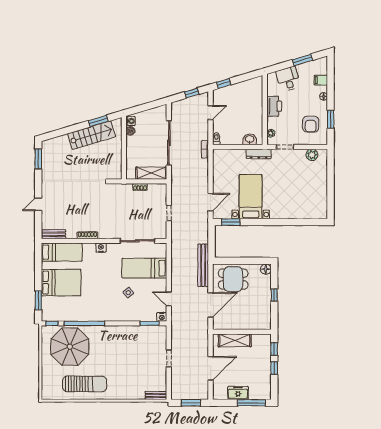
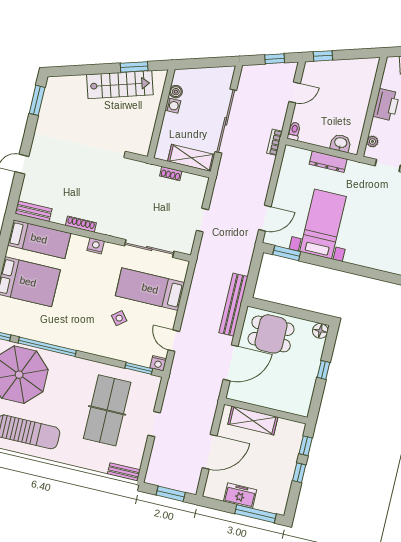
washing machine: (131, 121) -> (173, 105), moved
dresser: (259, 154) -> (328, 162), moved
table tennis table: (135, 357) -> (107, 410), added

